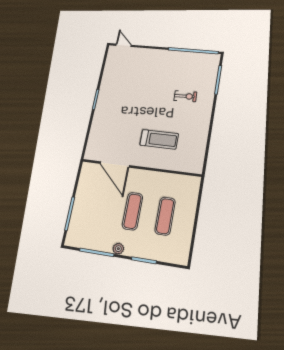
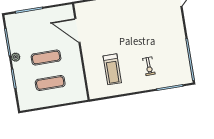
treadmill: (159, 139) -> (112, 69), moved
door: (115, 164) -> (77, 30), hinge flipped

